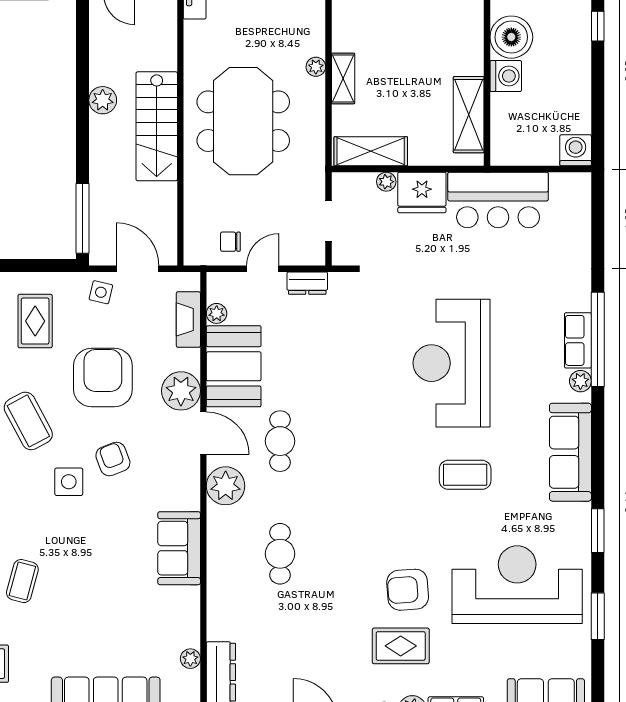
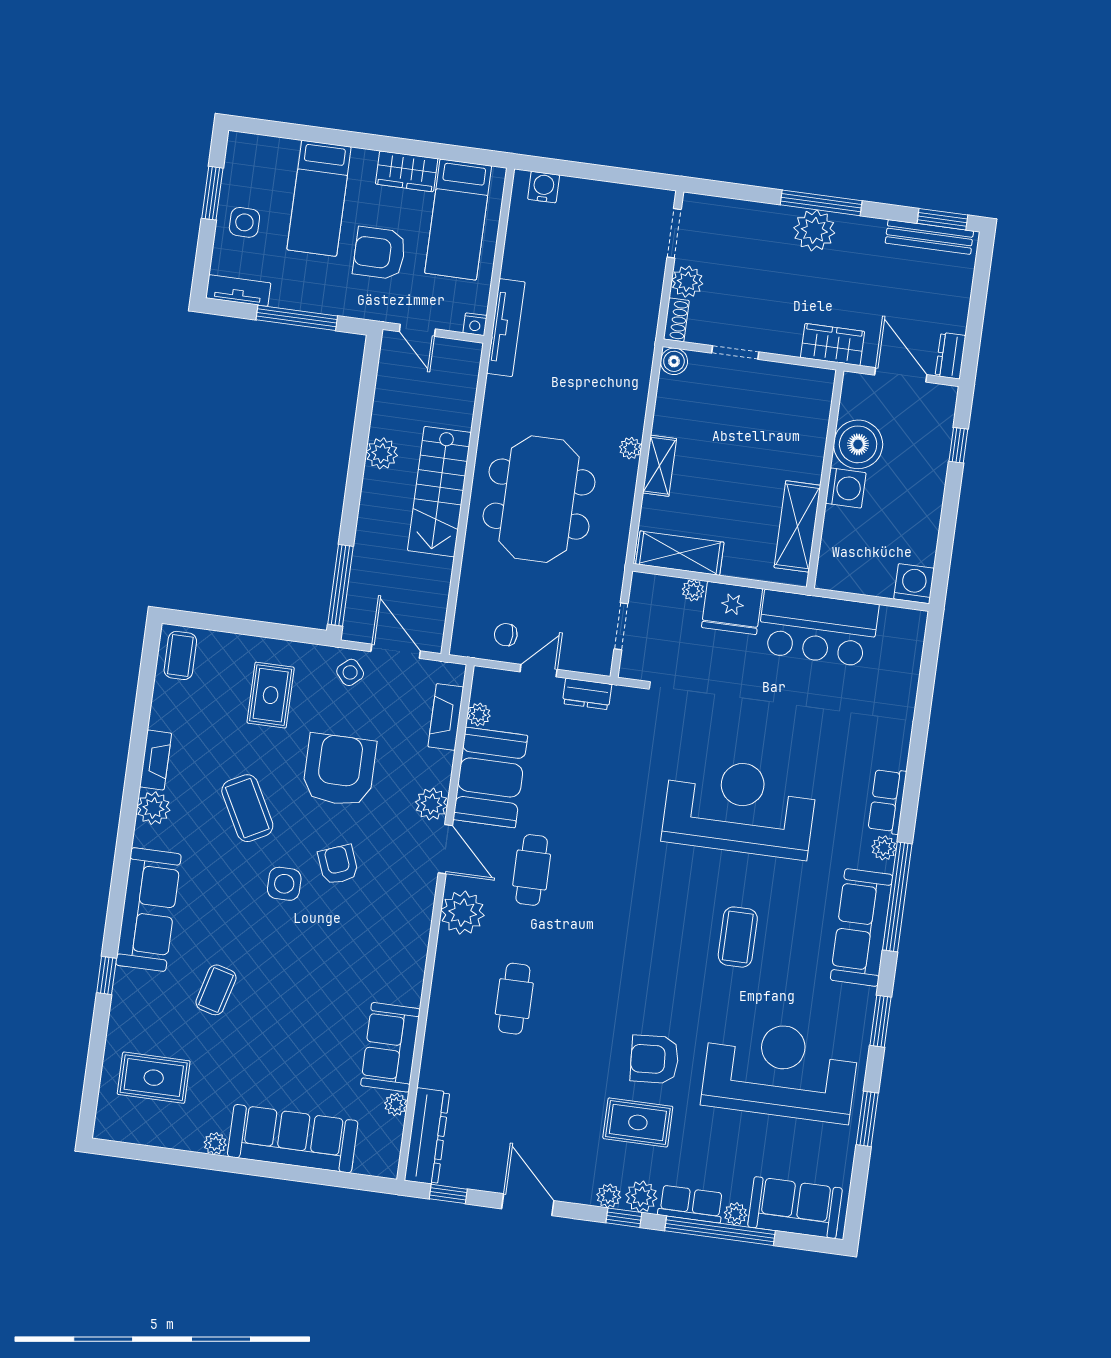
side table: (101, 292) -> (350, 672), turned 36
window: (598, 339) -> (897, 897), moved
reception desk: (452, 363) -> (740, 807), turned 90
plant: (181, 391) -> (431, 804), width x0.73, depth x0.73
coffee table: (465, 475) -> (738, 937), turned 90
sofa: (179, 548) -> (390, 1047), moved

